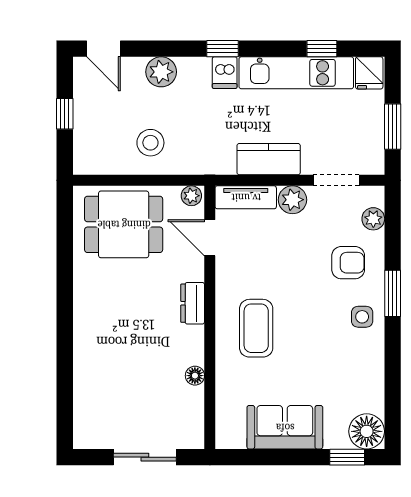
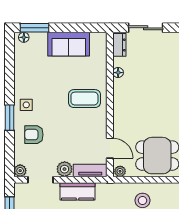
plant: (373, 219) -> (20, 171), moved
dresser: (193, 303) -> (119, 45), moved
coffee table: (256, 328) -> (84, 99), turned 90
floor lamp: (367, 431) -> (24, 37), width x0.53, depth x0.53
window: (347, 457) -> (35, 28), width x1.50

